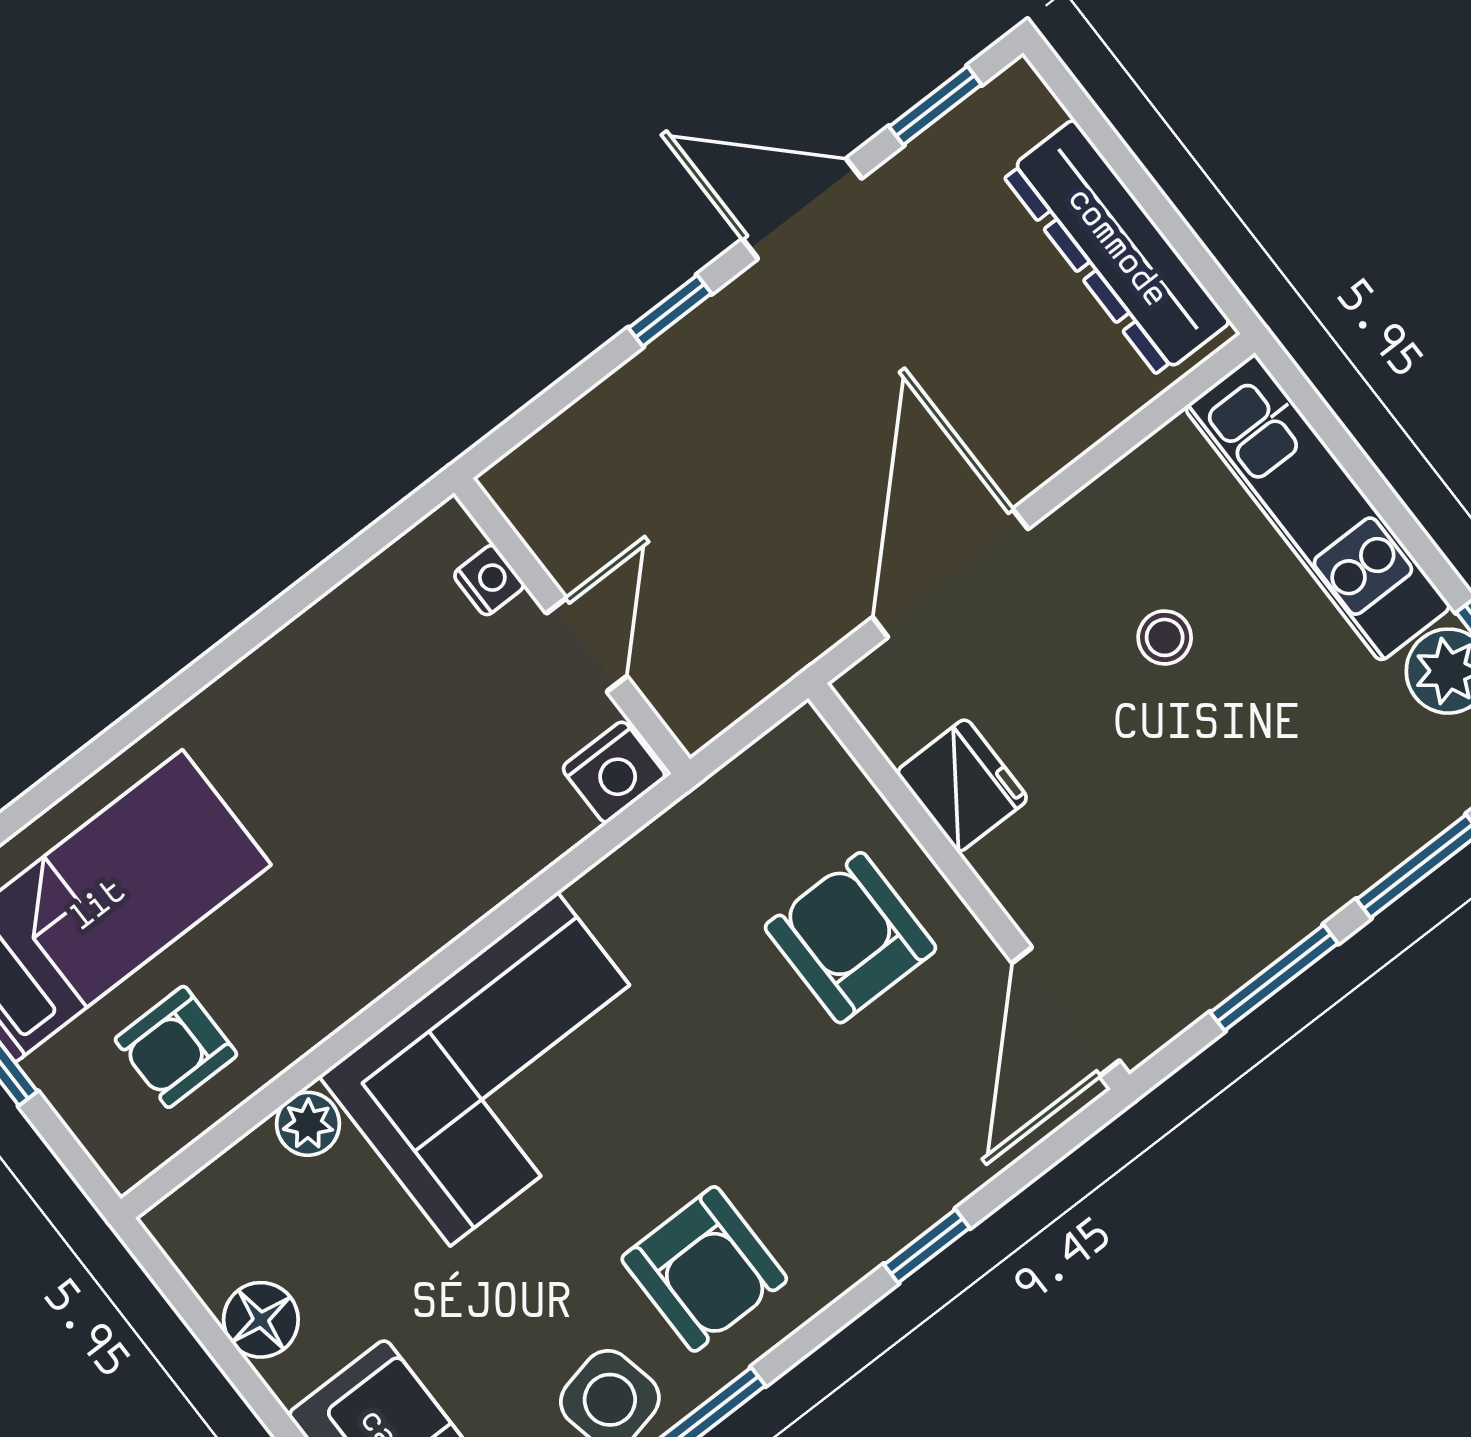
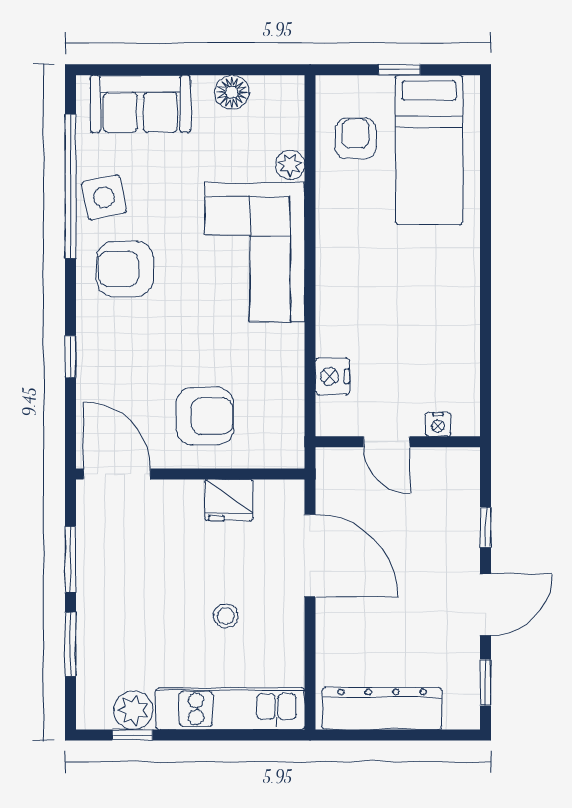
nightstand: (489, 580) -> (438, 424), moved
wall: (572, 626) -> (398, 442), moved
door: (587, 645) -> (387, 442), moved

